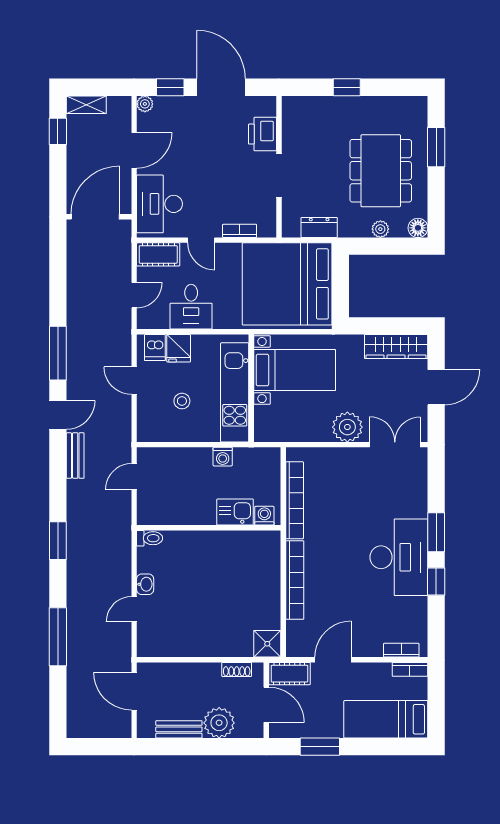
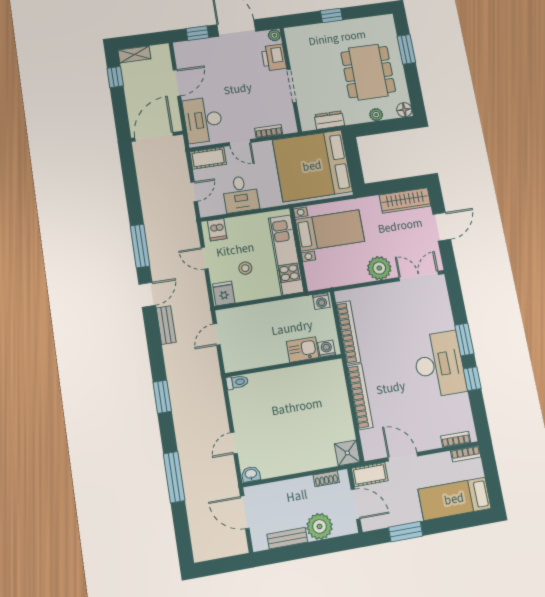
plant: (145, 104) -> (274, 35), moved
fridge: (179, 348) -> (224, 293), moved, turned 180
washing machine: (223, 457) -> (321, 301), moved
washbasin: (145, 584) -> (251, 474), moved, turned -90
door: (333, 660) -> (403, 457), hinge flipped

